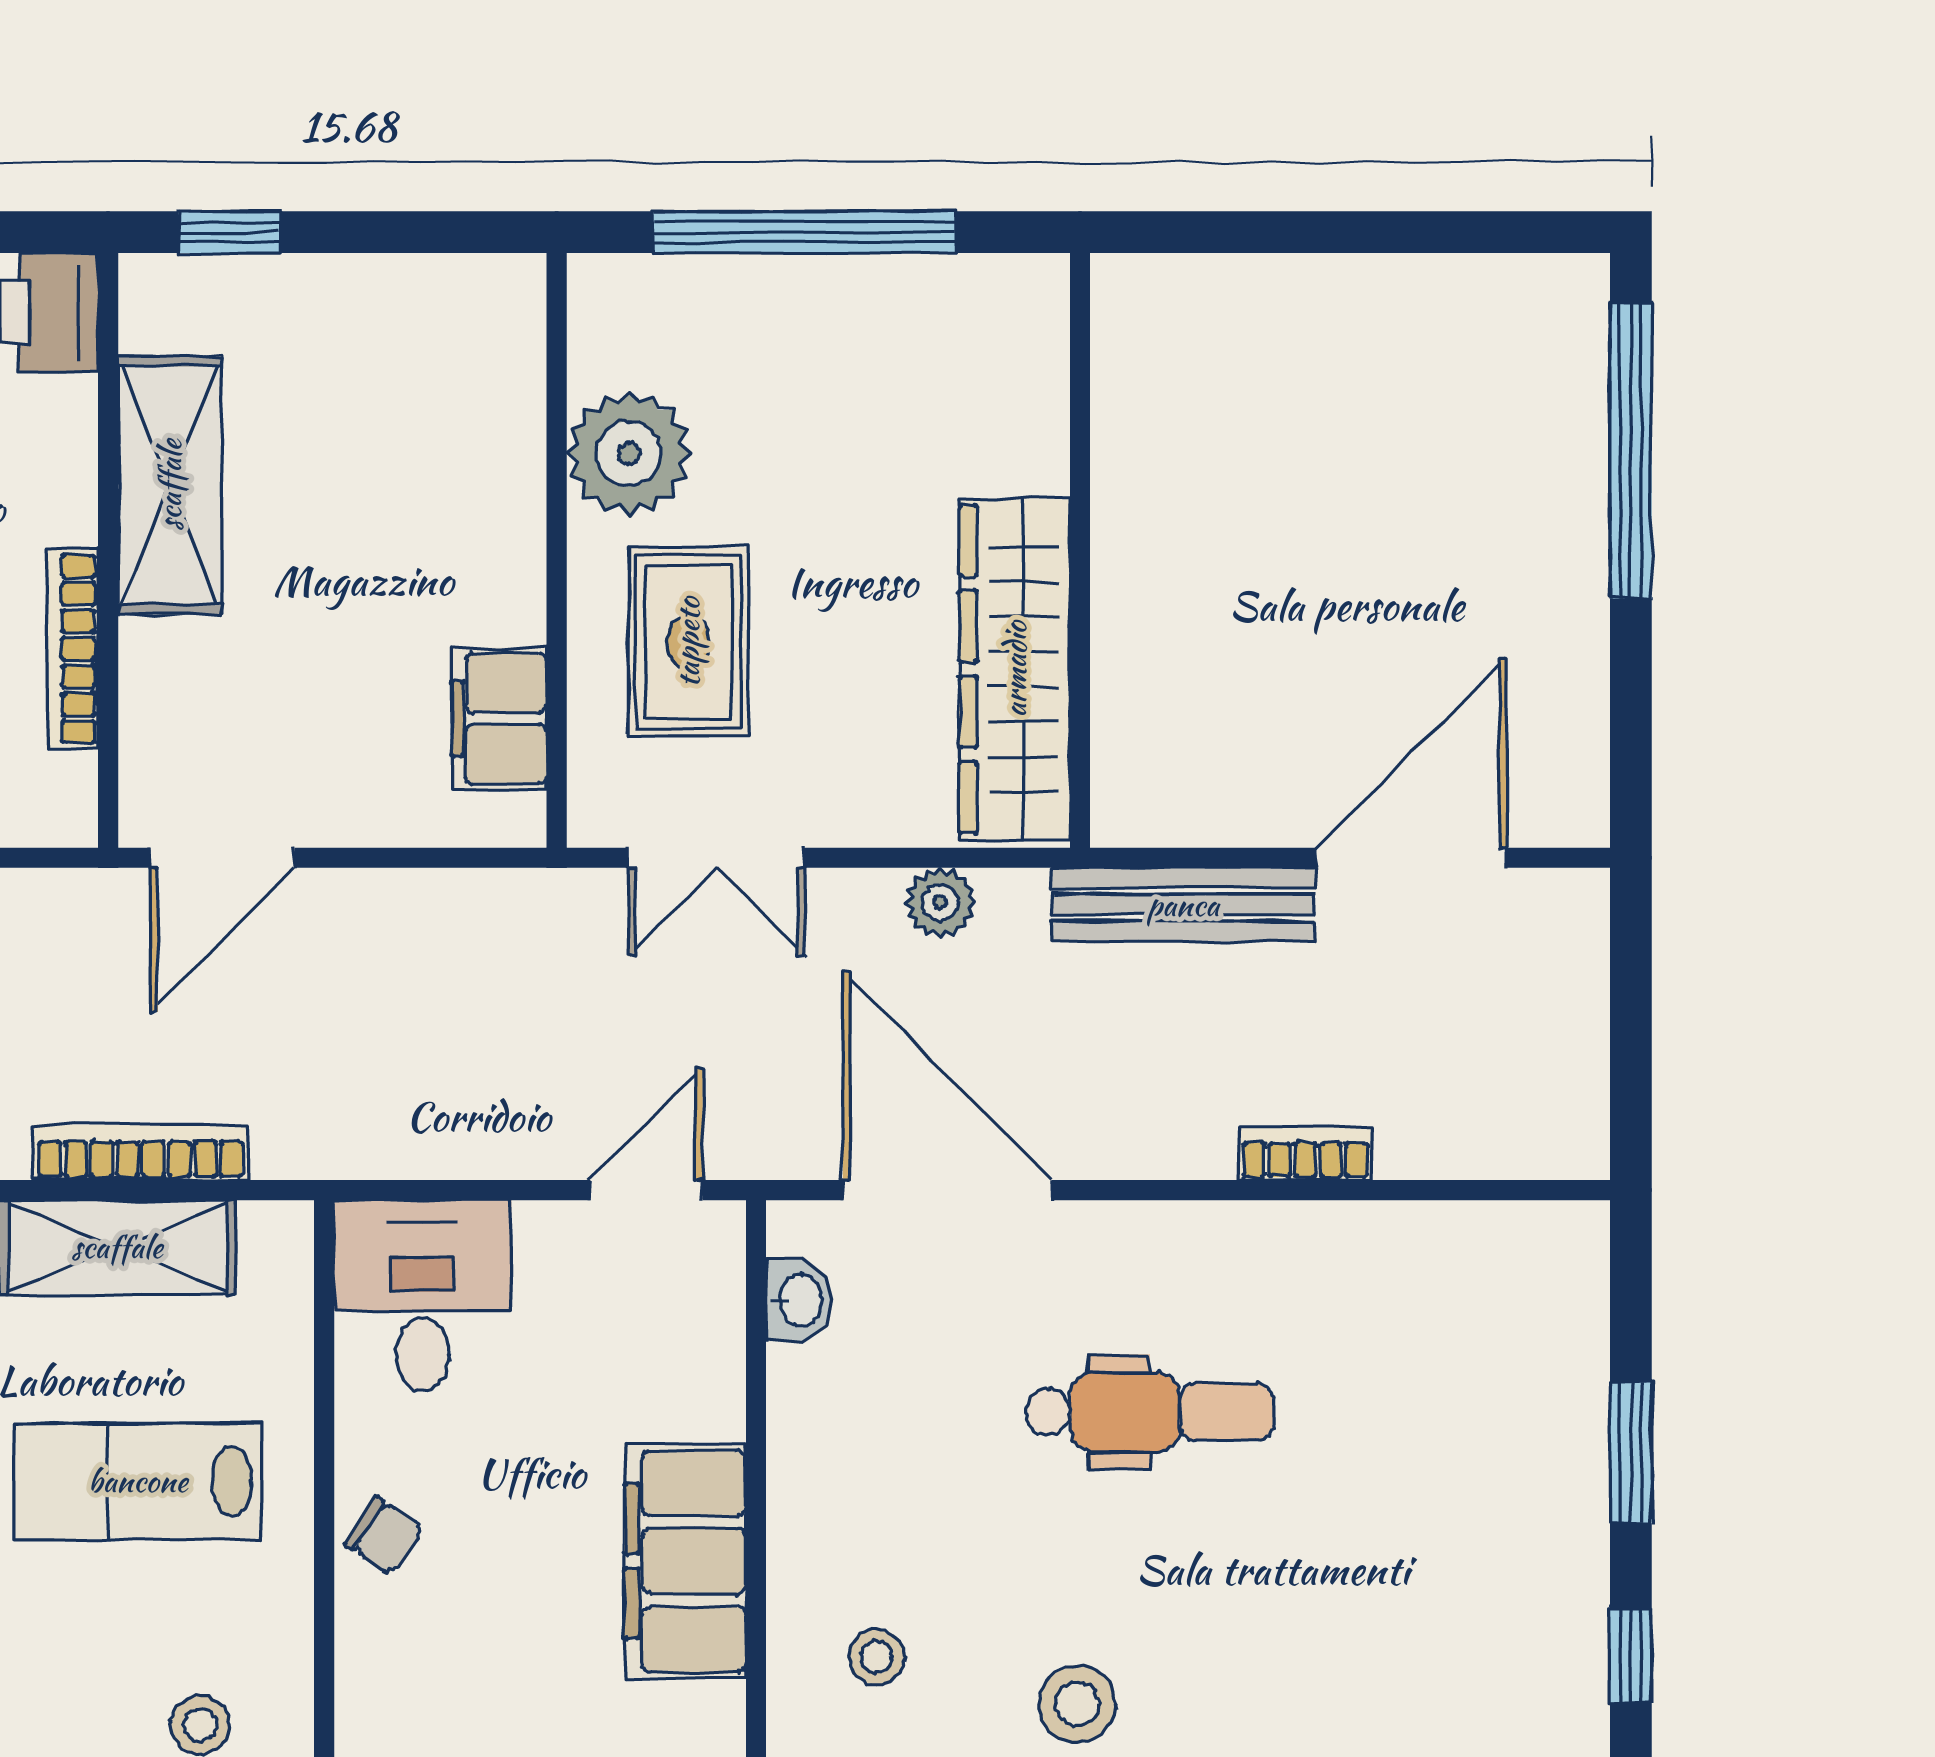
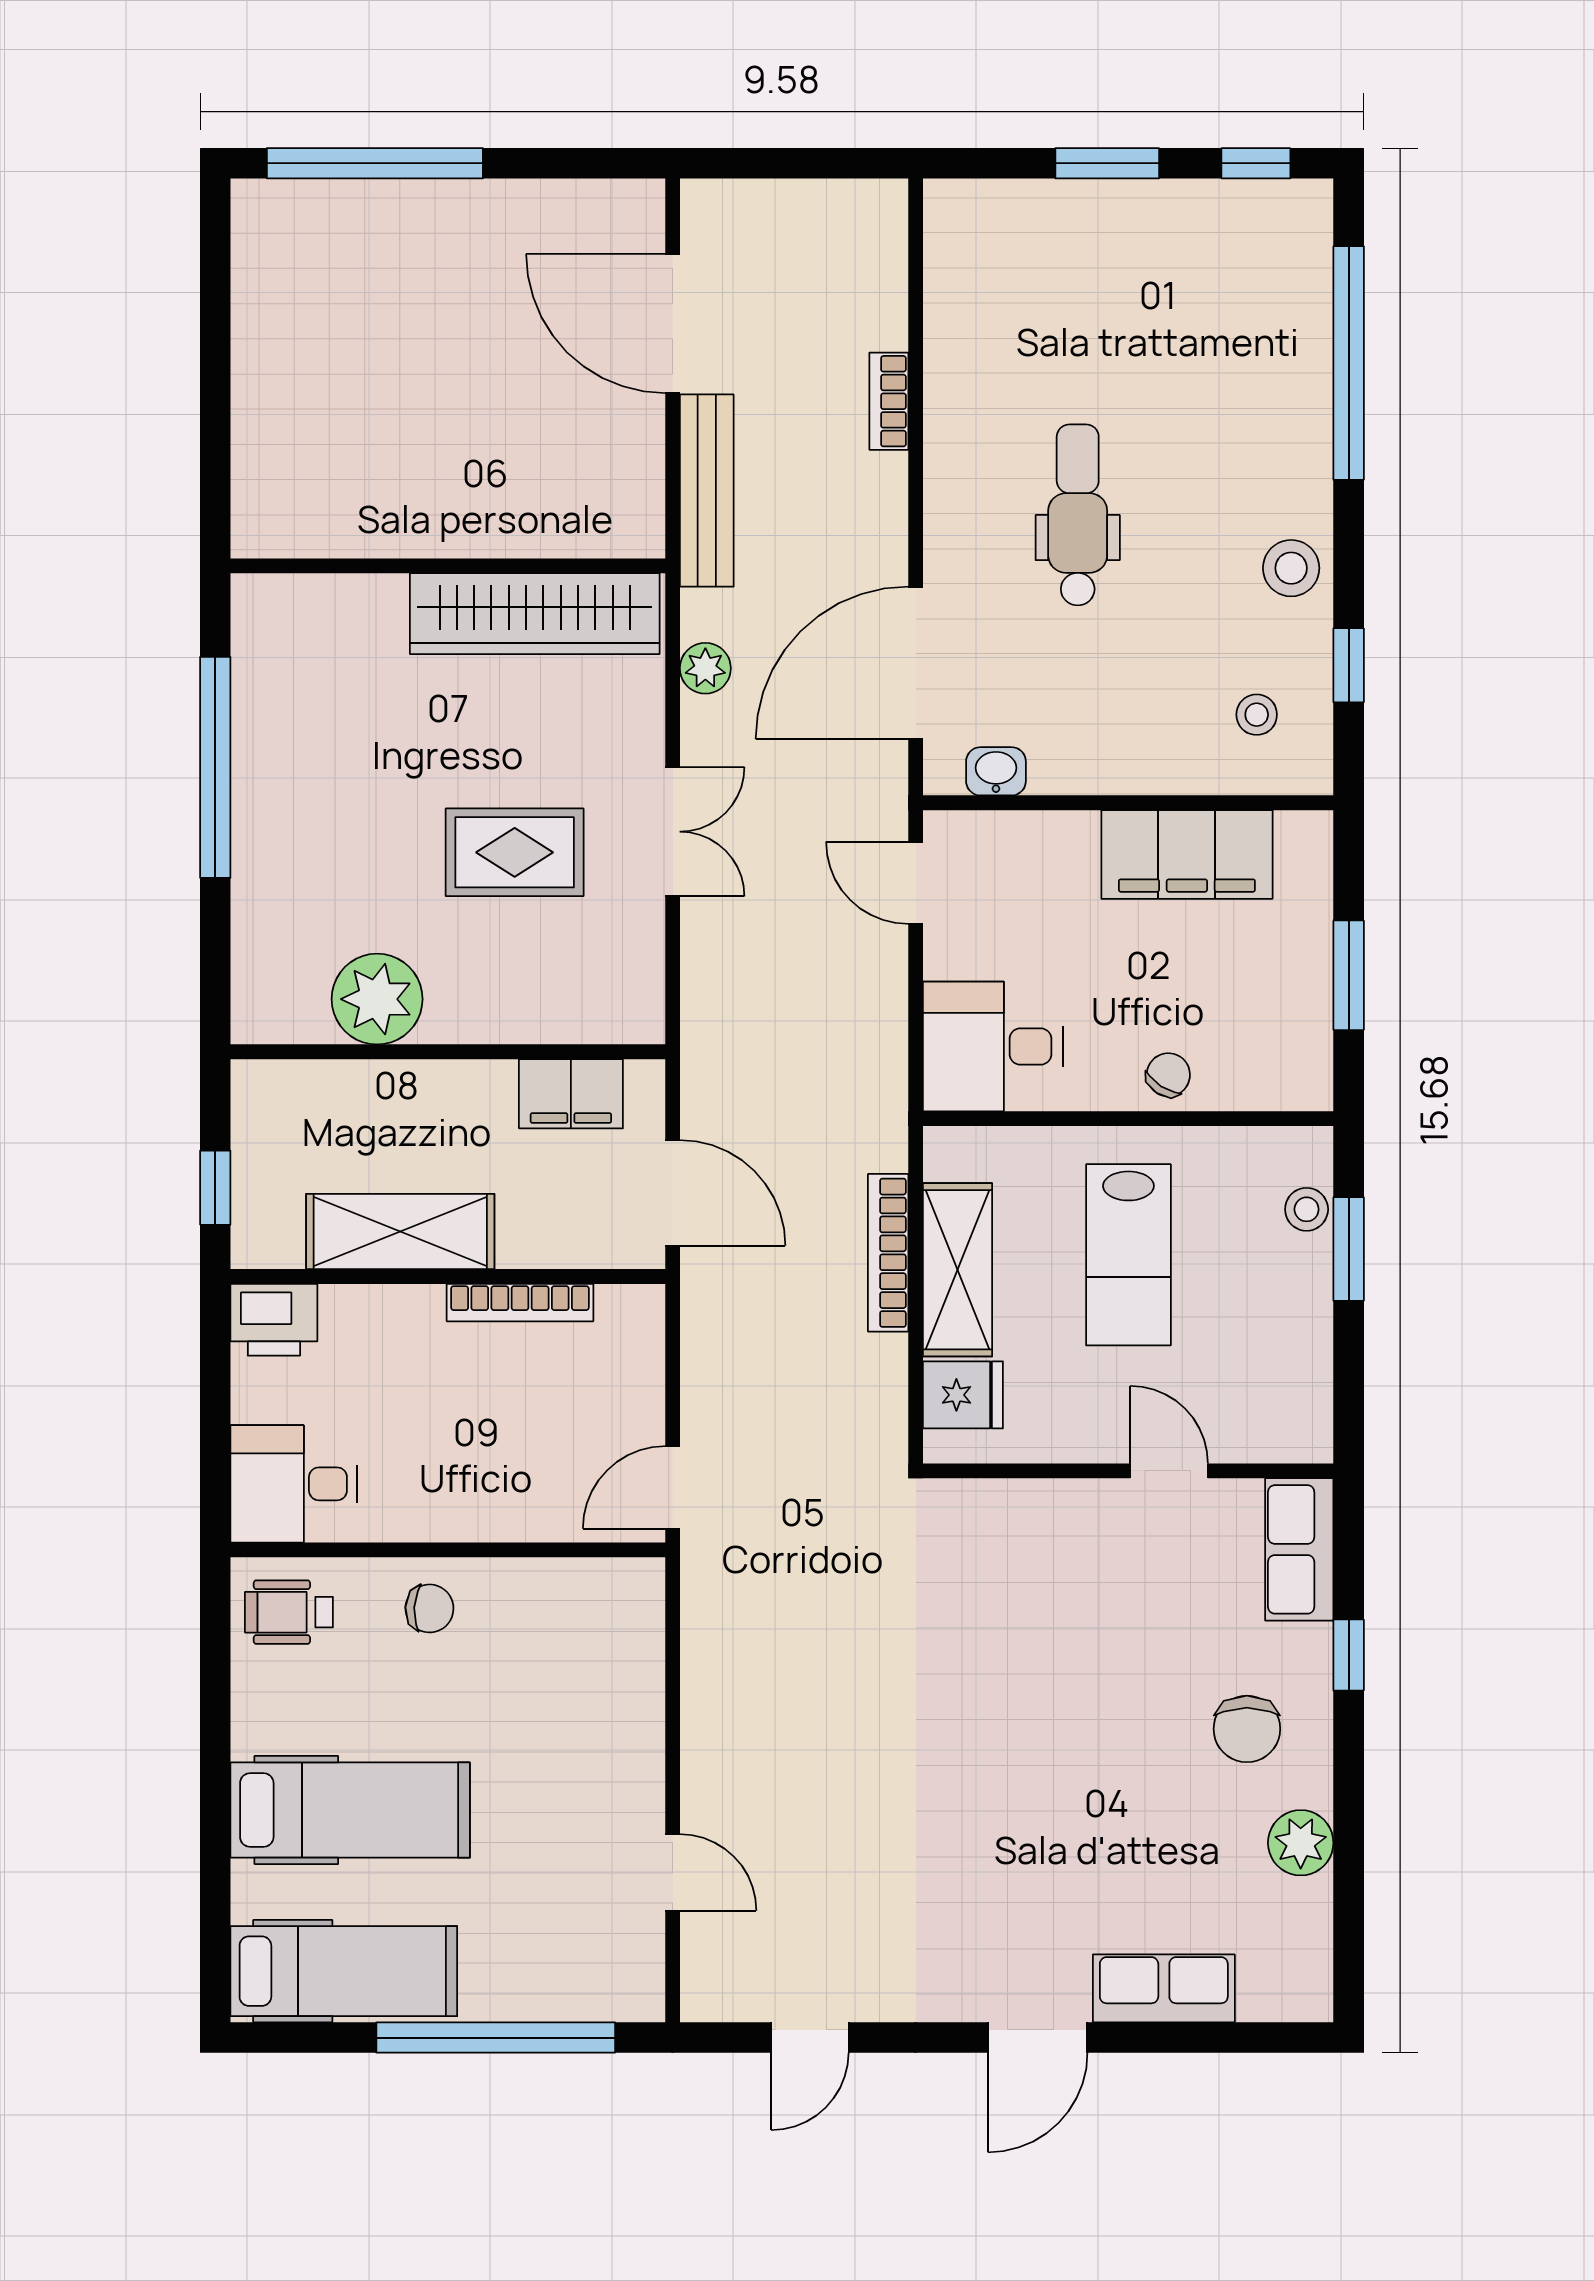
plant: (629, 454) -> (377, 999), moved
wall: (557, 550) -> (448, 1052), moved
filing cabinet: (499, 719) -> (571, 1094), moved

